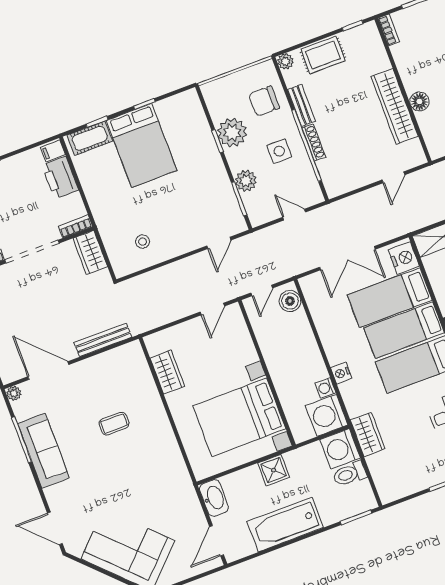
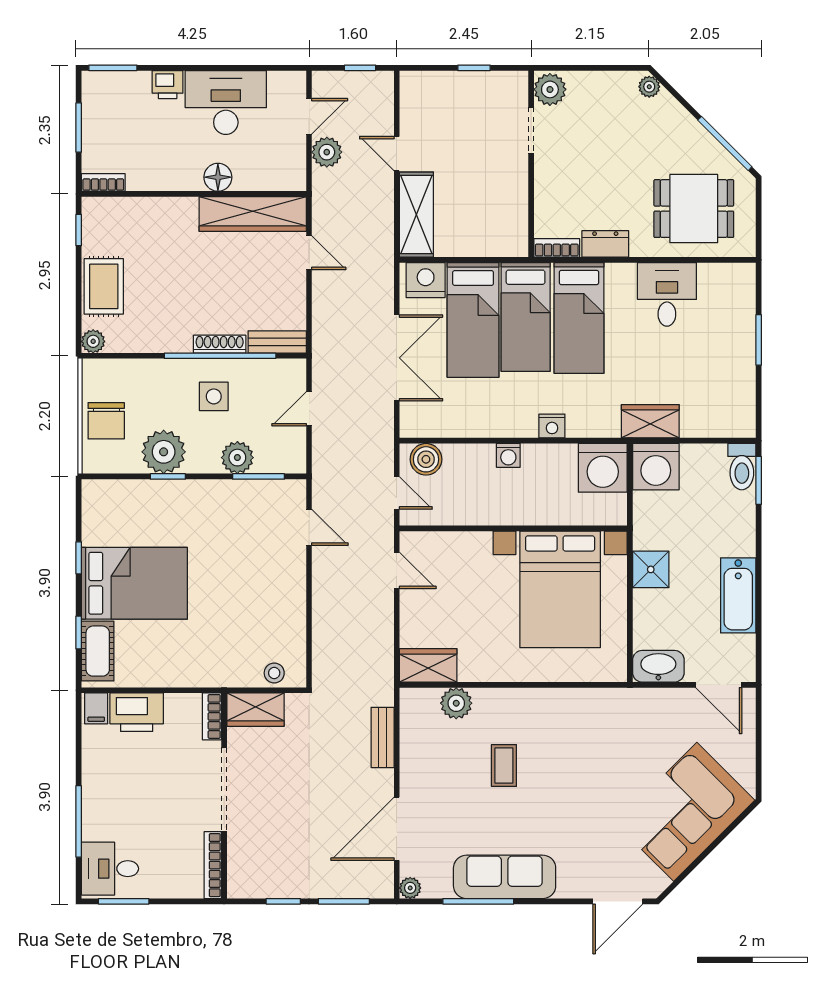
chair: (264, 101) -> (106, 421), moved
bench: (302, 105) -> (277, 342), moved
wardrobe: (395, 106) -> (253, 214), moved
stool: (143, 242) -> (274, 673), moved
bench: (103, 340) -> (383, 737), width x0.73
wardrobe: (167, 372) -> (428, 665), moved
plant: (142, 378) -> (456, 703), added
washing machine: (325, 388) -> (508, 455), moved
toilet: (350, 474) -> (742, 467), moved
bathtub: (285, 524) -> (738, 595), width x0.73, depth x0.73

